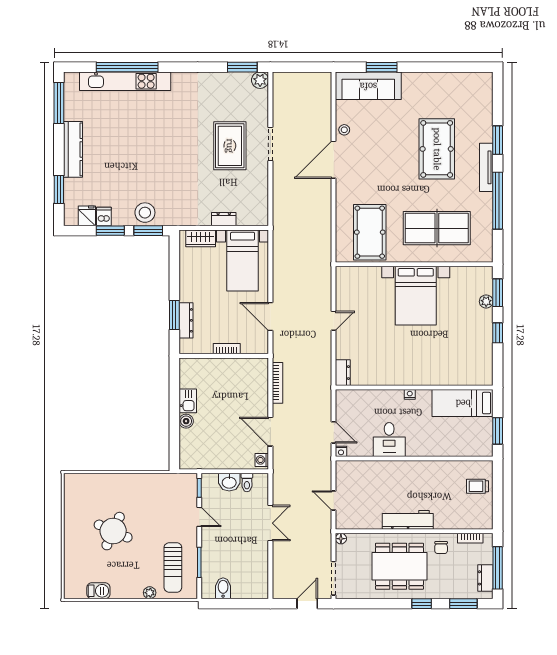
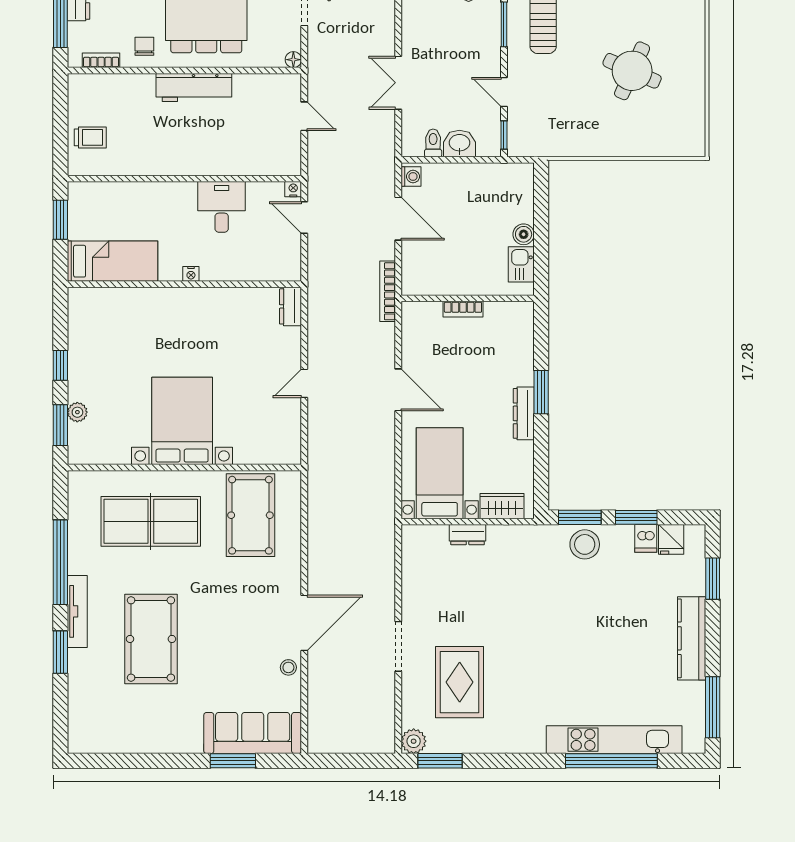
rug: (230, 146) -> (460, 682), moved
dresser: (186, 320) -> (524, 413), moved
bookcase: (227, 349) -> (463, 309), moved
wall: (224, 356) -> (468, 298), moved

